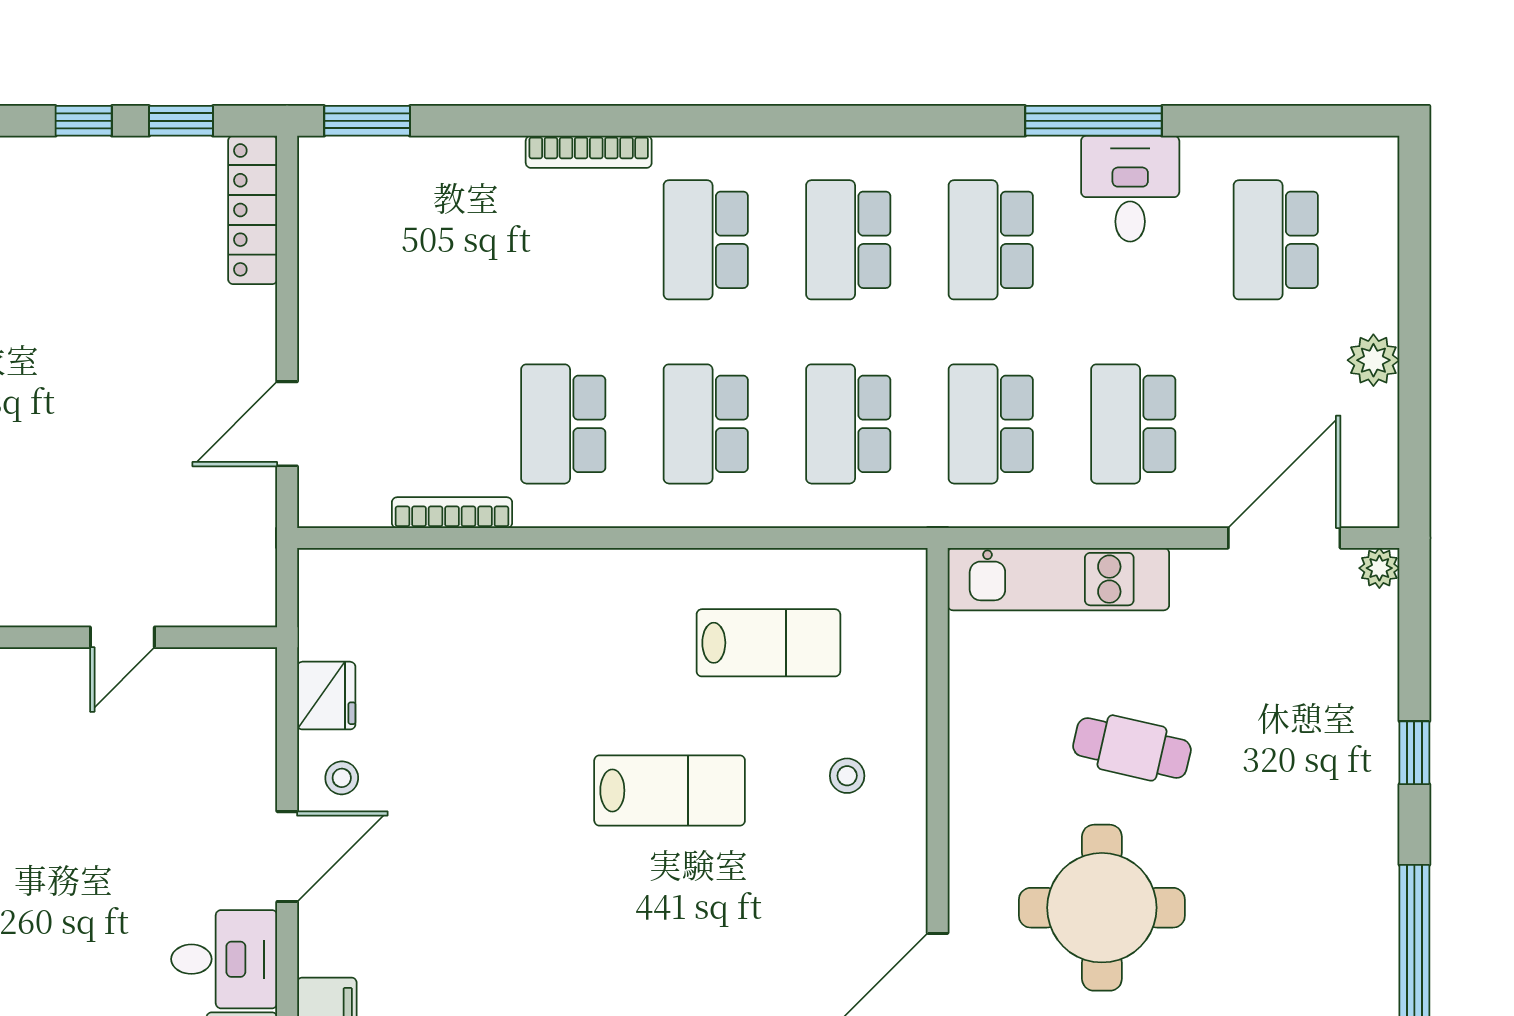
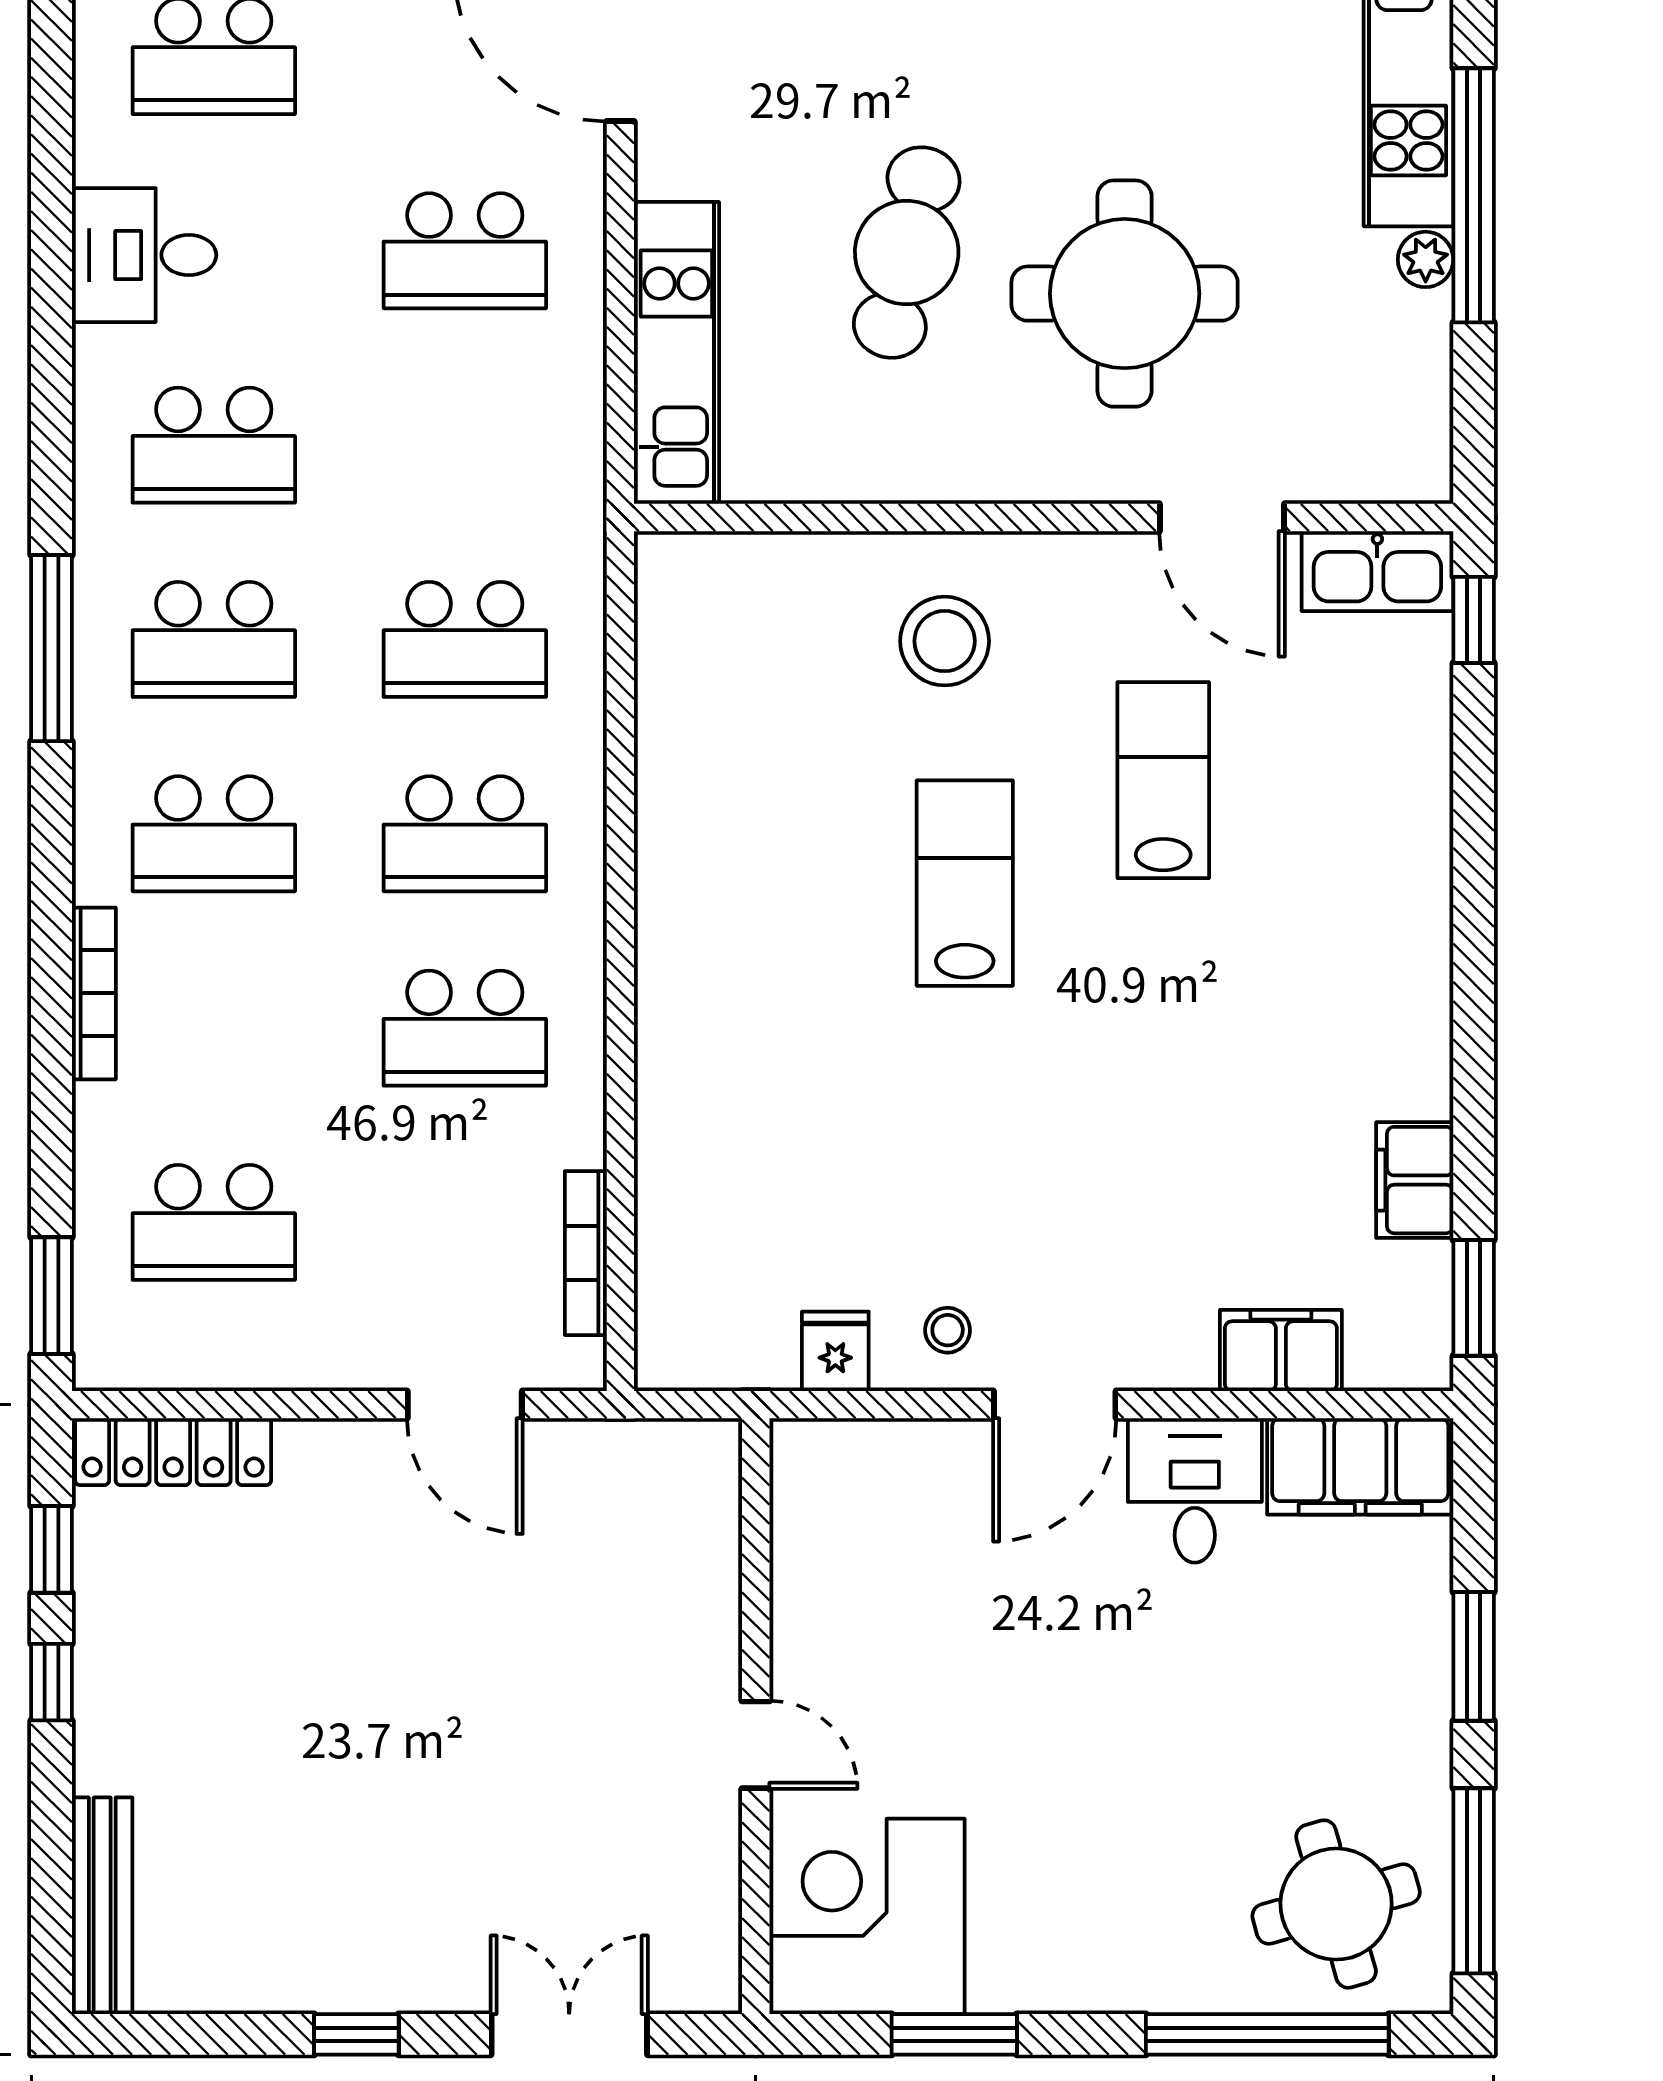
window: (1093, 121) -> (52, 648), moved
school desk: (991, 424) -> (214, 1222), moved
bookcase: (452, 513) -> (586, 1253), moved
door: (122, 637) -> (756, 1745), moved
lab bench: (768, 643) -> (1163, 780), moved
fridge: (326, 696) -> (835, 1351), width x0.72
cafe table: (1132, 748) -> (907, 253), width x1.37, depth x1.35
stool: (847, 776) -> (945, 641), width x1.89, depth x1.89
door: (287, 857) -> (1055, 1405), swing flipped

